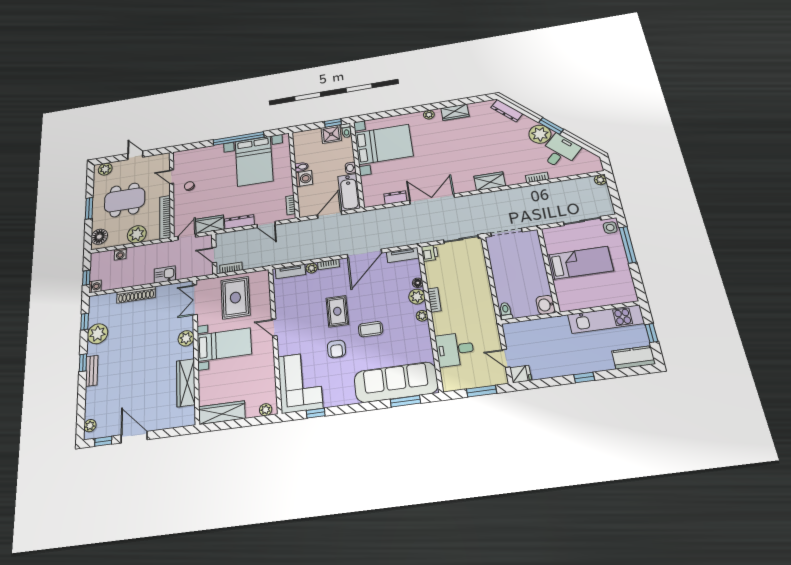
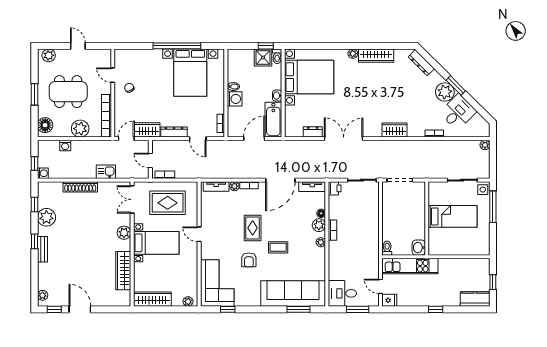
wardrobe: (455, 112) -> (376, 56), width x1.50
rug: (235, 298) -> (168, 203), turned 90
kitchen unit: (606, 319) -> (410, 266), moved
desk: (455, 349) -> (342, 293), moved

